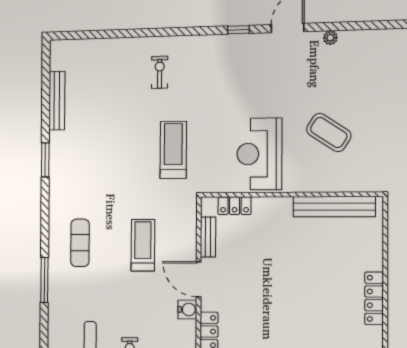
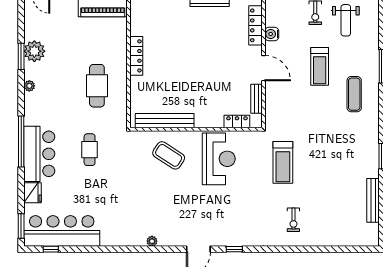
plant: (330, 38) -> (152, 241), moved
coffee table: (329, 132) -> (169, 155), moved
treadmill: (143, 245) -> (320, 66), moved
water cooler: (187, 309) -> (272, 34), moved

